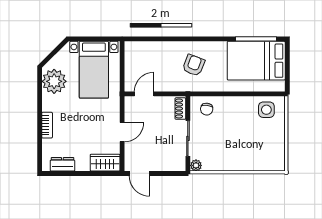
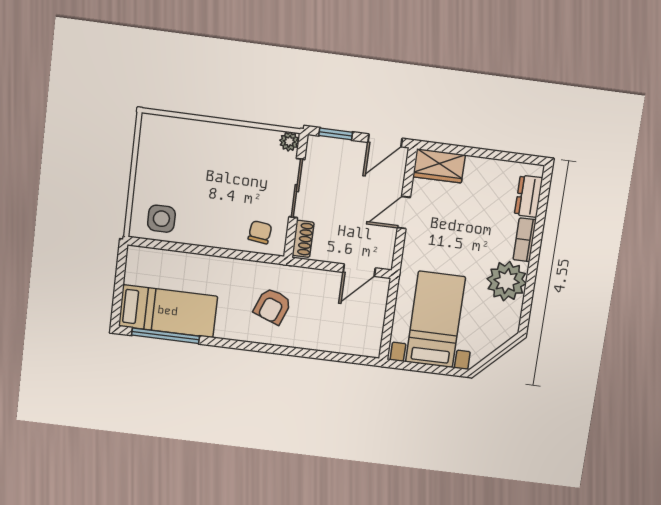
bed: (256, 61) -> (168, 311), width x0.67
plant: (54, 81) -> (507, 281), moved
dresser: (62, 164) -> (529, 196), moved, turned 90
door: (139, 173) -> (385, 140), swing flipped
window: (169, 173) -> (336, 134), added

